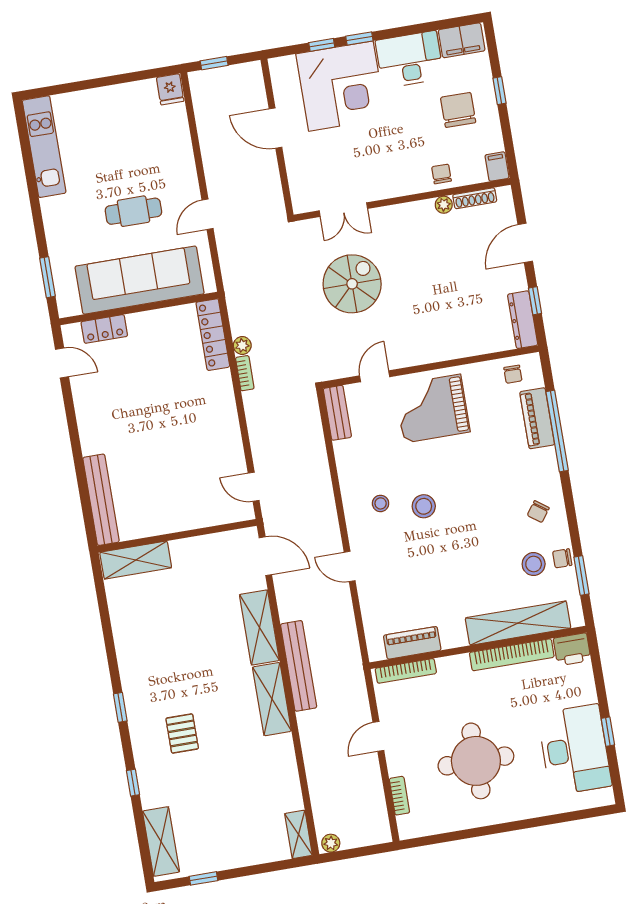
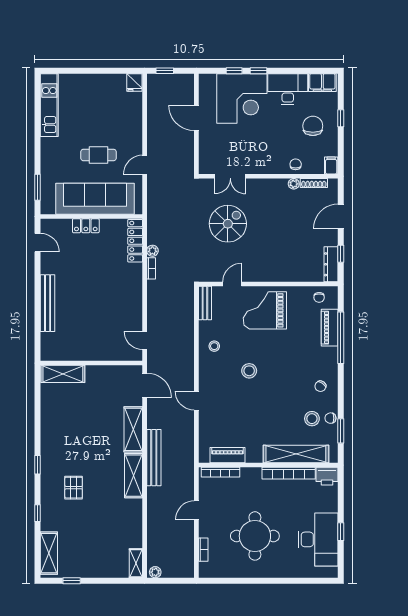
locker: (104, 329) -> (86, 226), moved
bench: (101, 500) -> (48, 303), moved
stool: (381, 503) -> (214, 346), moved

